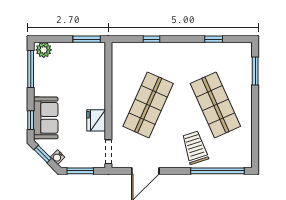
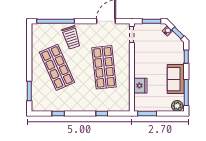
shop shelf: (148, 105) -> (104, 67), turned -30
sofa: (46, 118) -> (176, 79), moved
fridge: (96, 120) -> (140, 86), moved

